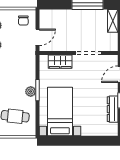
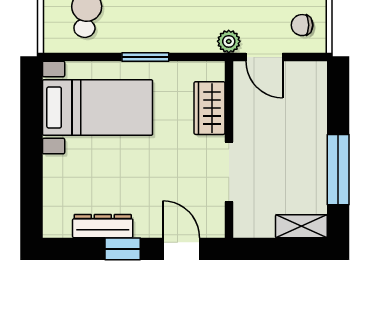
plant: (31, 91) -> (229, 41), moved

